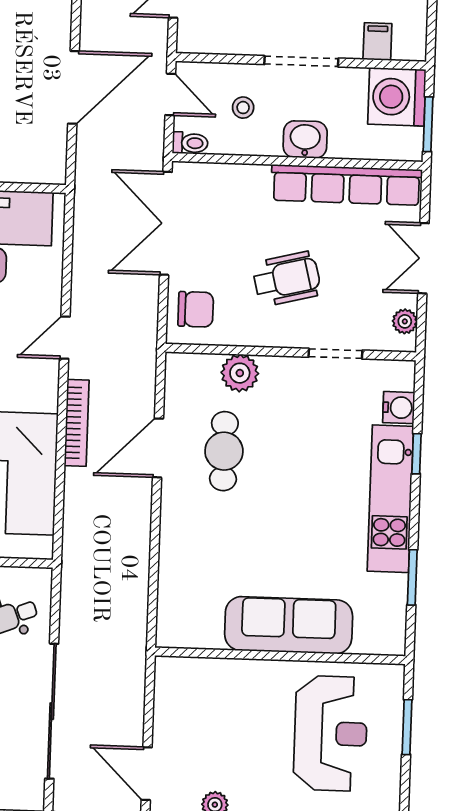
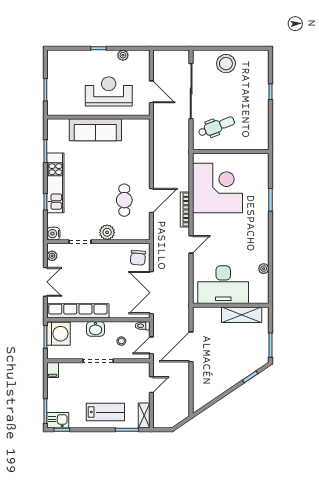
filing cabinet: (377, 42) -> (53, 370), moved
door: (170, 94) -> (151, 345), hinge flipped
washing machine: (397, 97) -> (59, 334), moved
double door: (166, 223) -> (151, 293), swing flipped
wheelchair: (287, 279) -> (101, 272), removed
chair: (196, 309) -> (138, 258), turned -85
plant: (240, 373) -> (107, 232), moved
water cooler: (399, 408) -> (53, 234), moved
reception desk: (331, 733) -> (109, 91), moved, turned 90
door: (147, 774) -> (151, 92), moved

